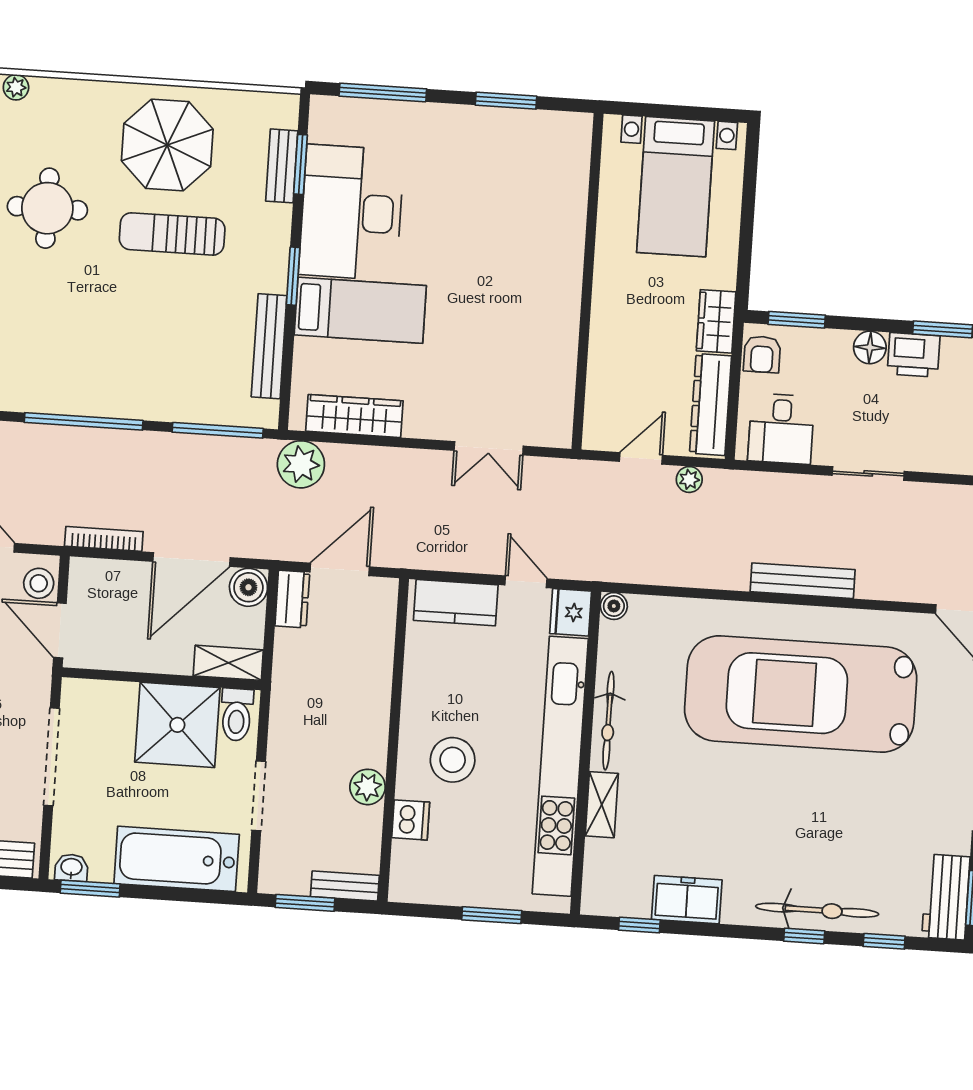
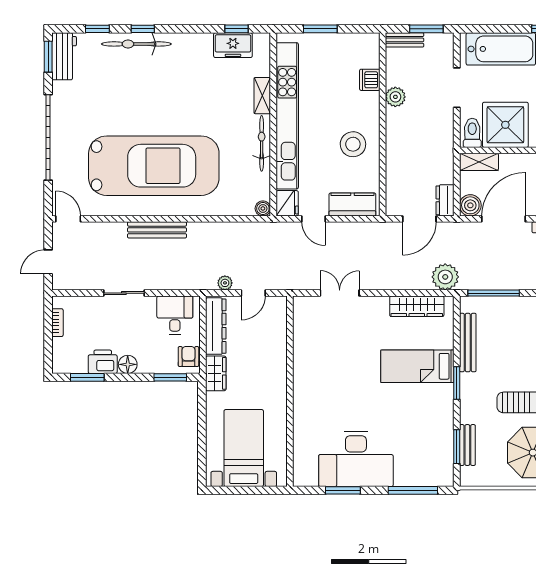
desk: (351, 212) -> (356, 459), moved, turned 90
stool: (453, 760) -> (353, 144), moved
freezer: (687, 900) -> (233, 45), moved

